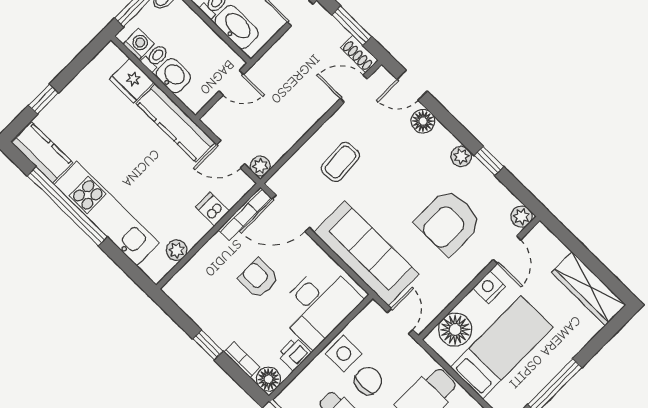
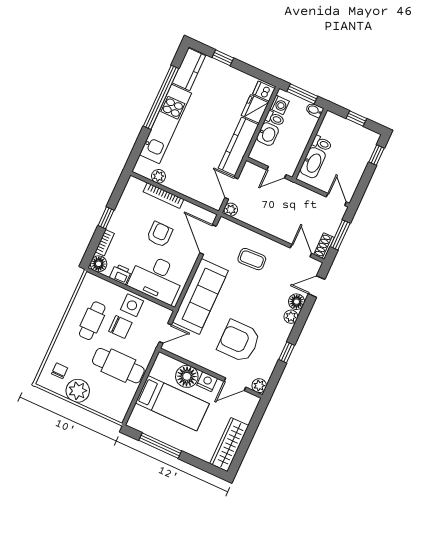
door: (231, 83) -> (276, 172), hinge flipped
door: (412, 85) -> (317, 287), hinge flipped
plant: (461, 157) -> (291, 317), moved
dishwasher: (212, 209) -> (264, 91), moved, turned -90
bookcase: (245, 214) -> (164, 195), moved
floor lamp: (455, 330) -> (187, 376), moved

